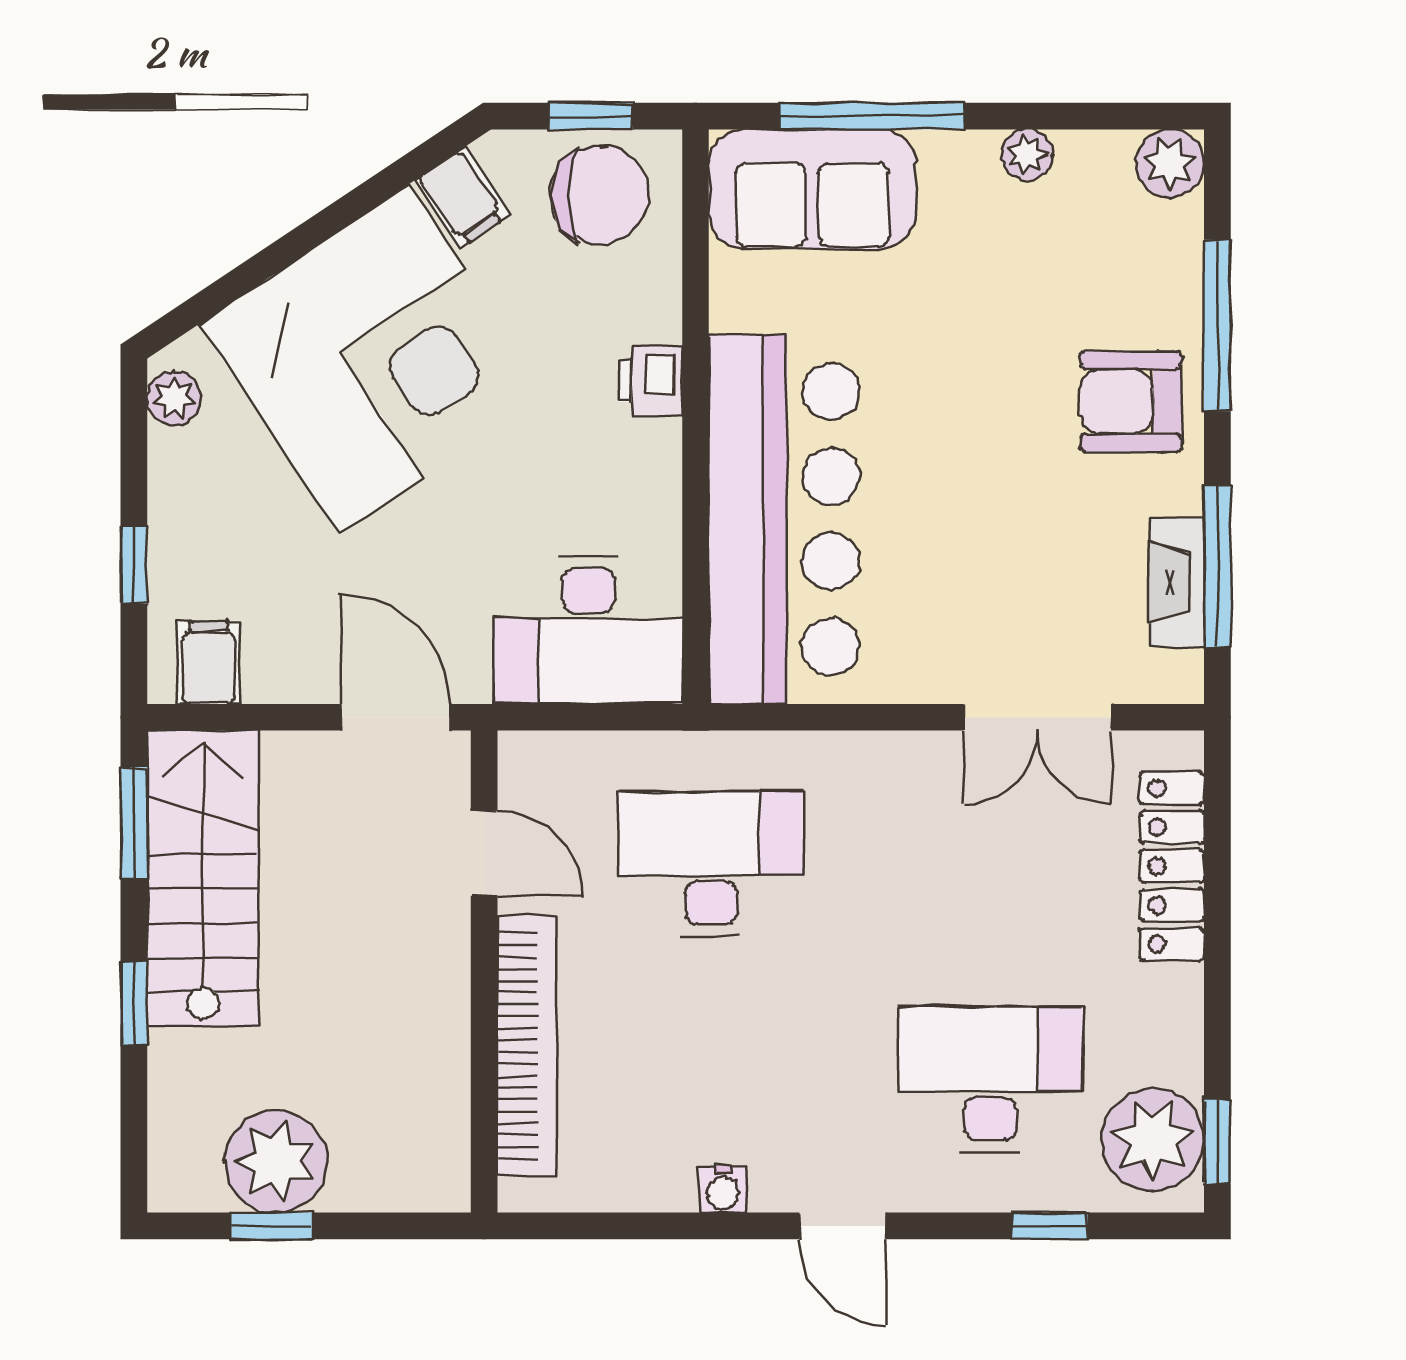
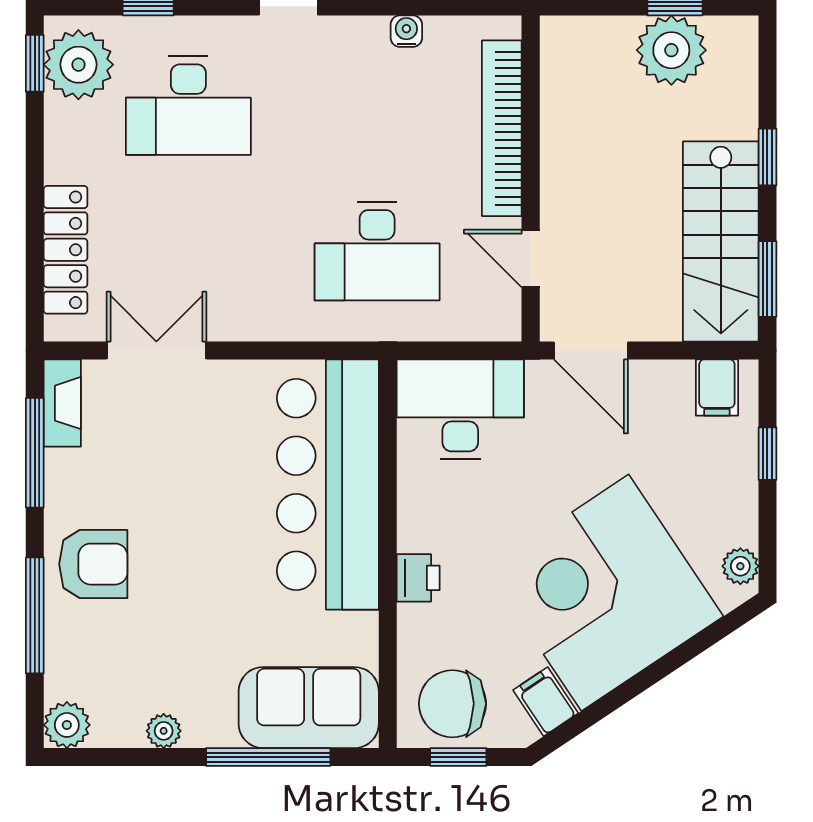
fireplace: (1177, 582) -> (62, 403), moved
water cooler: (723, 1189) -> (406, 31), moved

